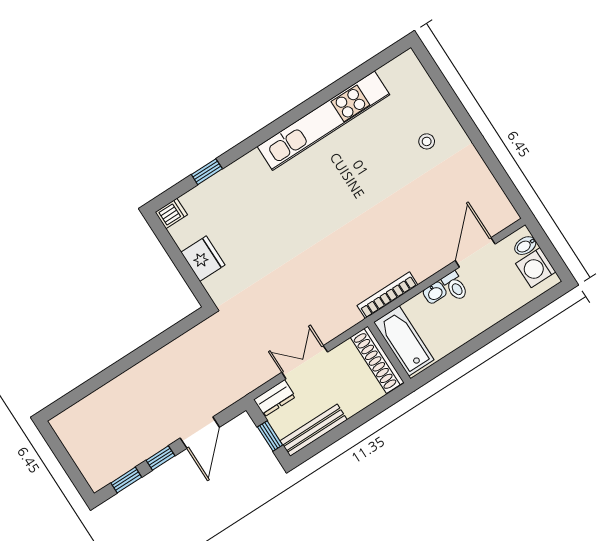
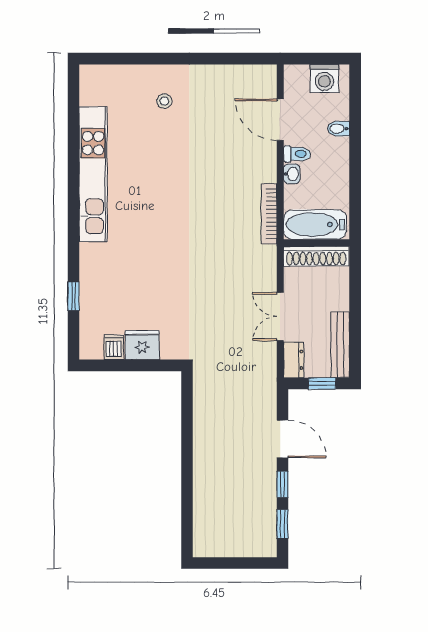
dishwasher: (171, 214) -> (114, 347), moved
bidet: (525, 246) -> (338, 129), moved, turned 90

